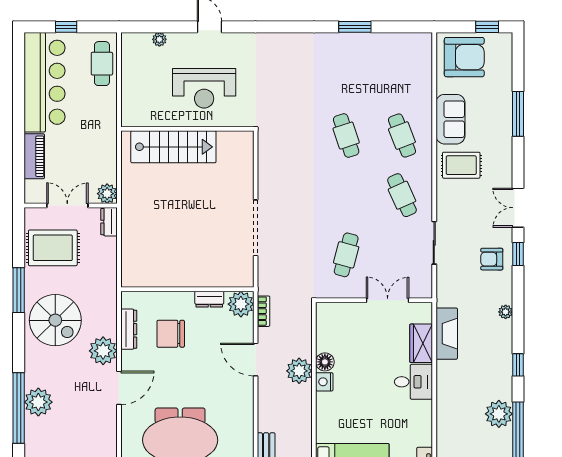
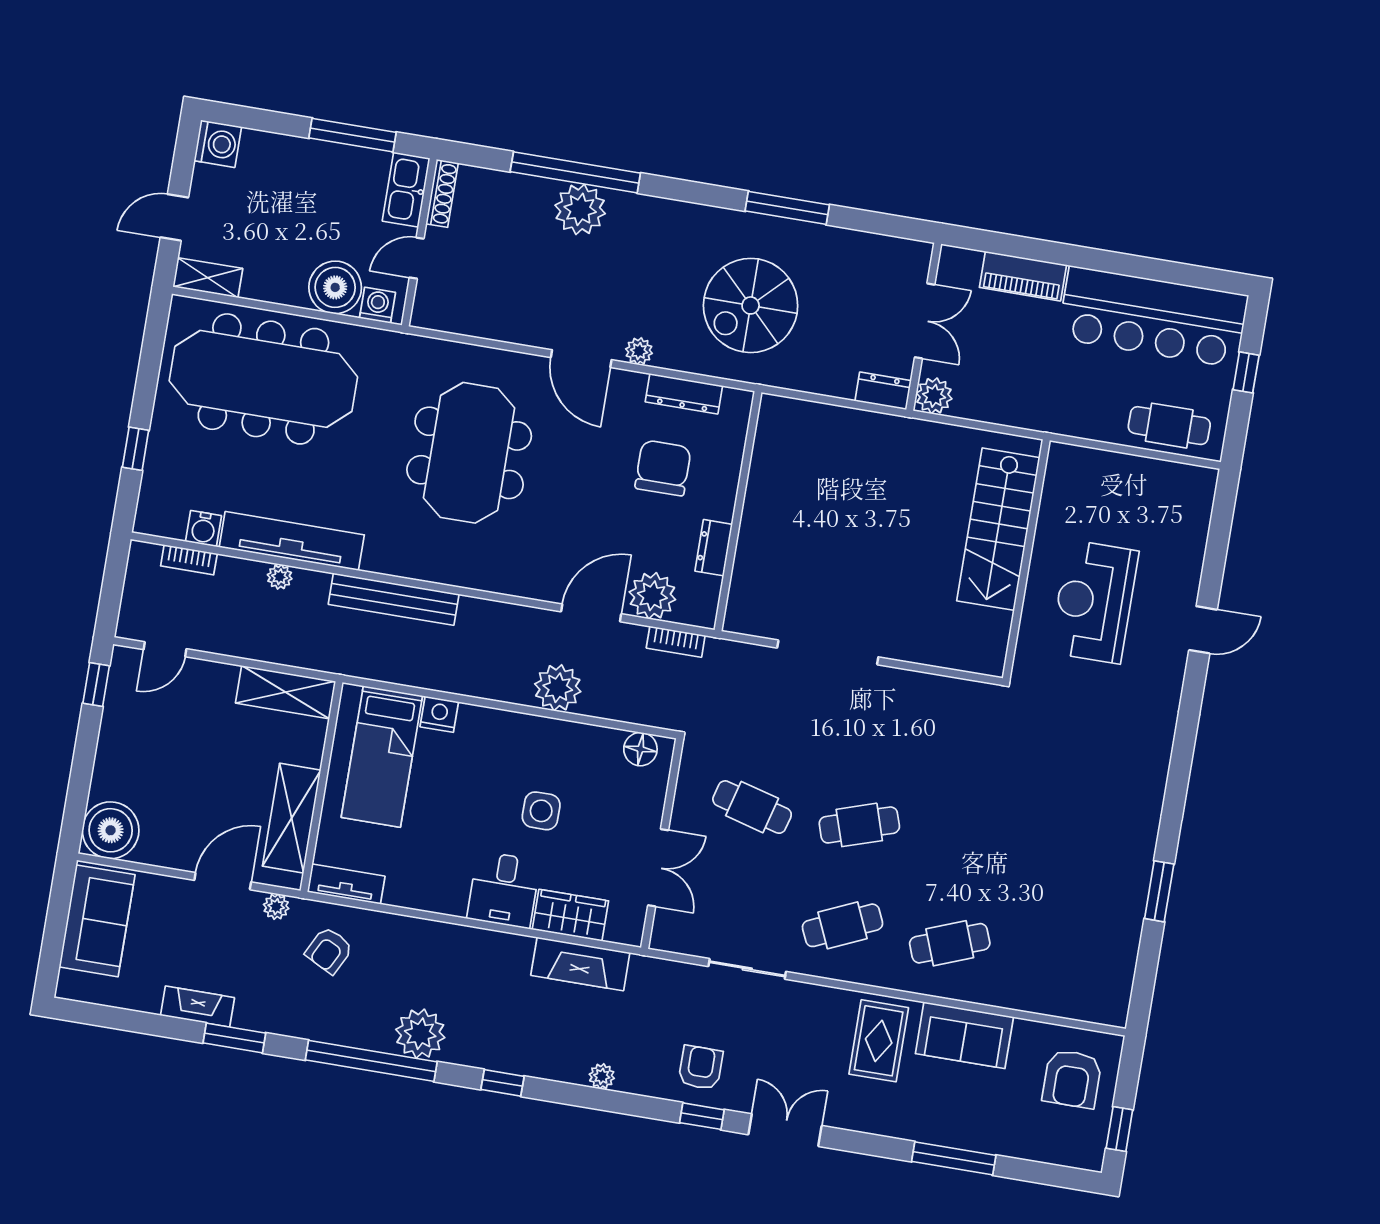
plant: (159, 39) -> (1196, 536), removed
armchair: (464, 57) -> (1072, 1079), width x0.73, depth x0.73
cafe table: (346, 136) -> (859, 825), moved
rug: (53, 248) -> (853, 282), removed
plant: (241, 304) -> (652, 596), moved
spiral stairs: (55, 320) -> (751, 305), moved
plant: (103, 351) -> (639, 351), width x0.53, depth x0.53
floor lamp: (325, 362) -> (640, 749), moved
side table: (367, 369) -> (541, 811), added
nightstand: (324, 382) -> (439, 714), moved

